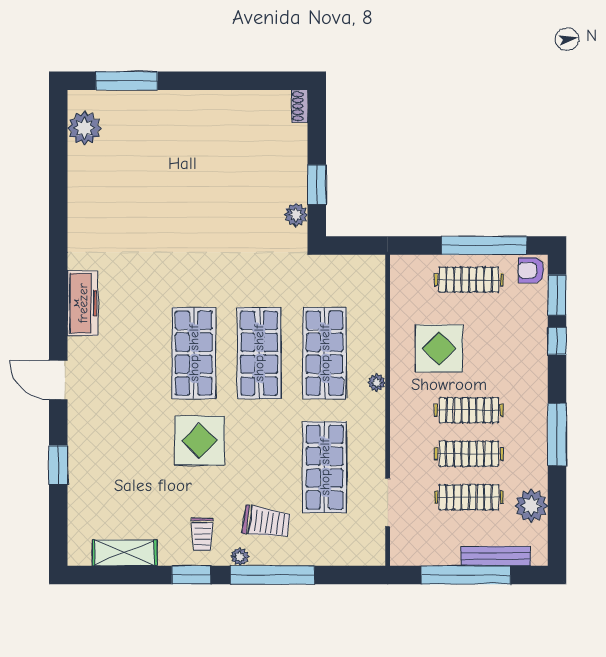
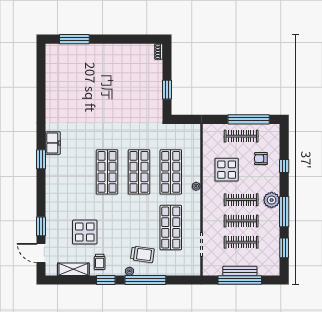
plant: (84, 128) -> (54, 62), removed
plant: (296, 215) -> (157, 104), removed
armchair: (531, 270) -> (261, 159), moved
window: (557, 295) -> (284, 248), moved
freezer: (83, 303) -> (53, 143), width x0.71
window: (58, 327) -> (41, 159), added
door: (58, 380) -> (41, 253), moved
display table: (200, 441) -> (85, 232), moved
plant: (531, 506) -> (272, 200), moved
trolley: (202, 534) -> (100, 262), moved
bench: (496, 556) -> (240, 271), moved

